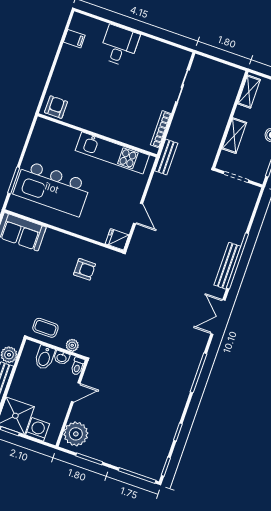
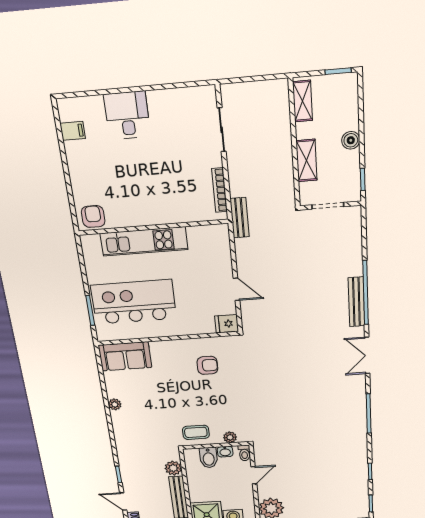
kitchen unit: (112, 153) -> (144, 241), moved
kitchen island: (52, 188) -> (134, 302), turned 180

